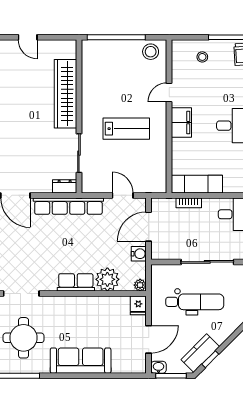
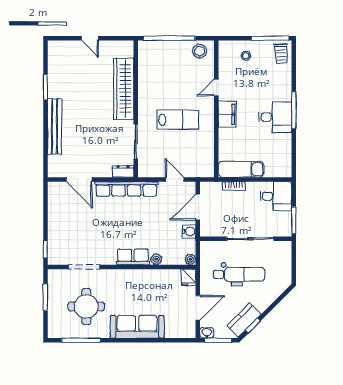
plant: (107, 279) -> (156, 259), width x0.53, depth x0.53

